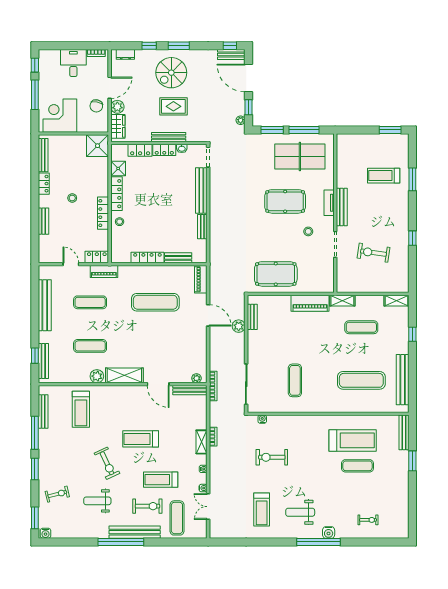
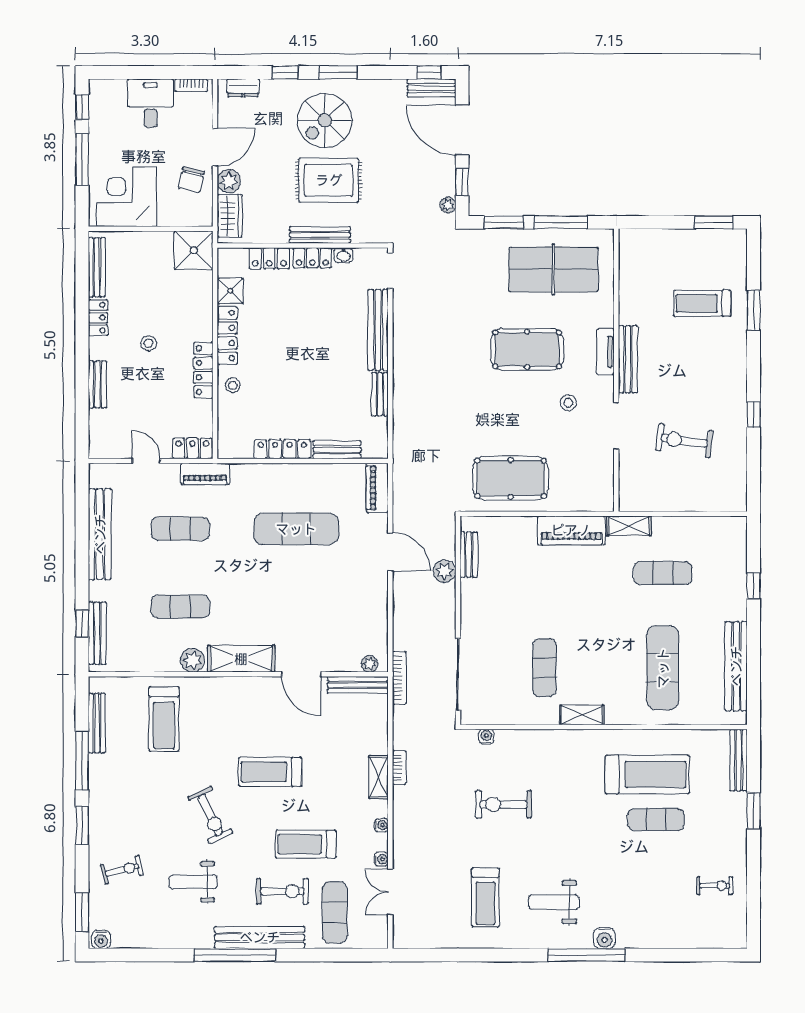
rug: (173, 106) -> (329, 180), width x1.36, depth x1.43
shelving: (396, 301) -> (582, 715), moved
exercise mat: (361, 380) -> (663, 668), turned 90
exercise bike: (368, 520) -> (715, 886), moved

